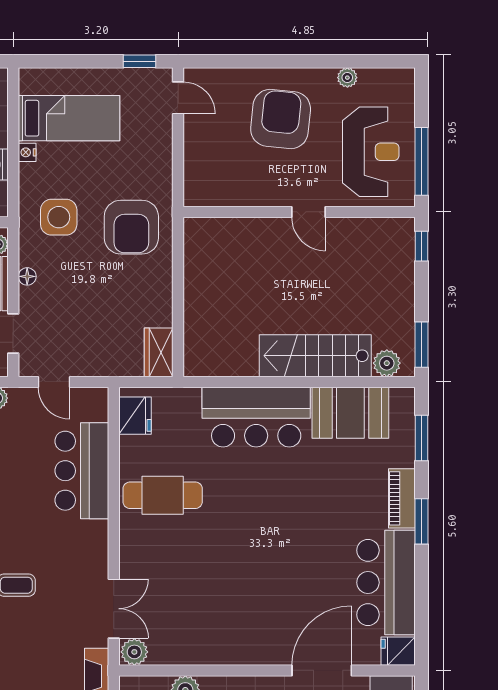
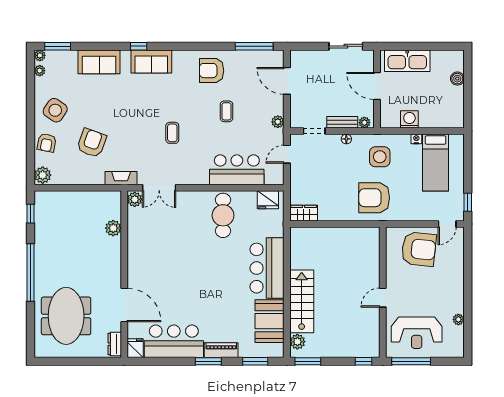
armchair: (281, 119) -> (419, 249), moved

